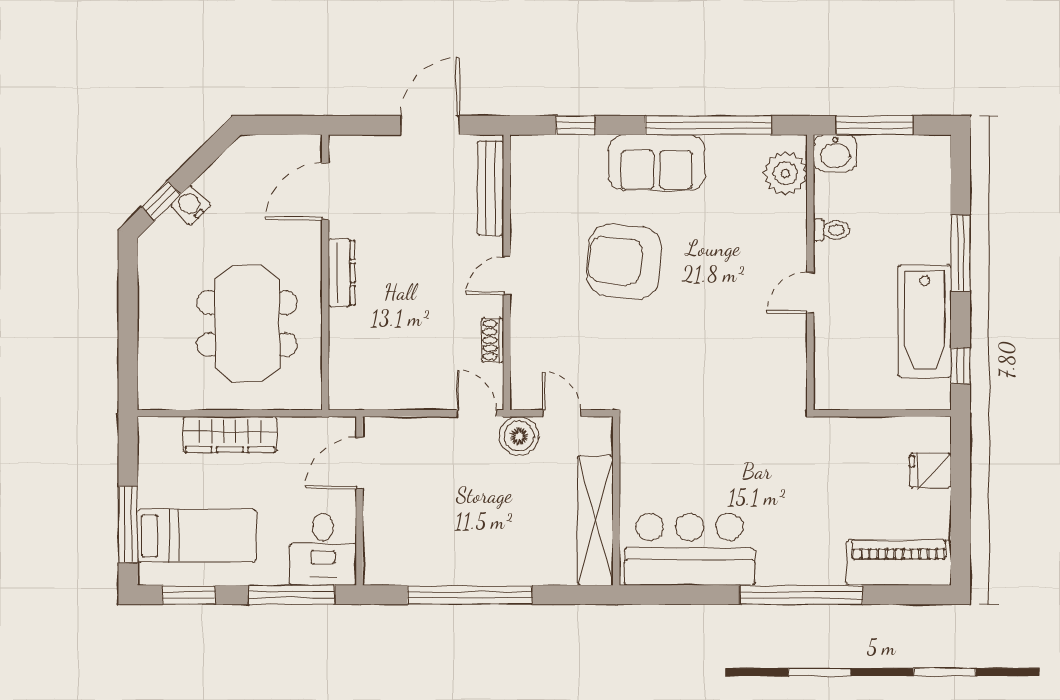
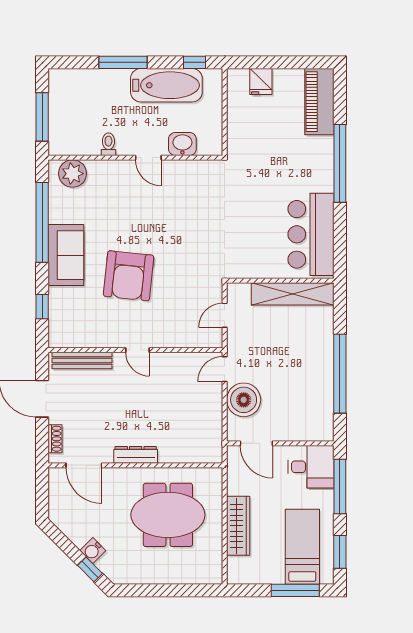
washbasin: (835, 153) -> (182, 144), moved, turned -90
shoe rack: (493, 340) -> (55, 439), moved, turned -90
boiler: (519, 436) -> (244, 400), moved, width x1.37, depth x1.37

